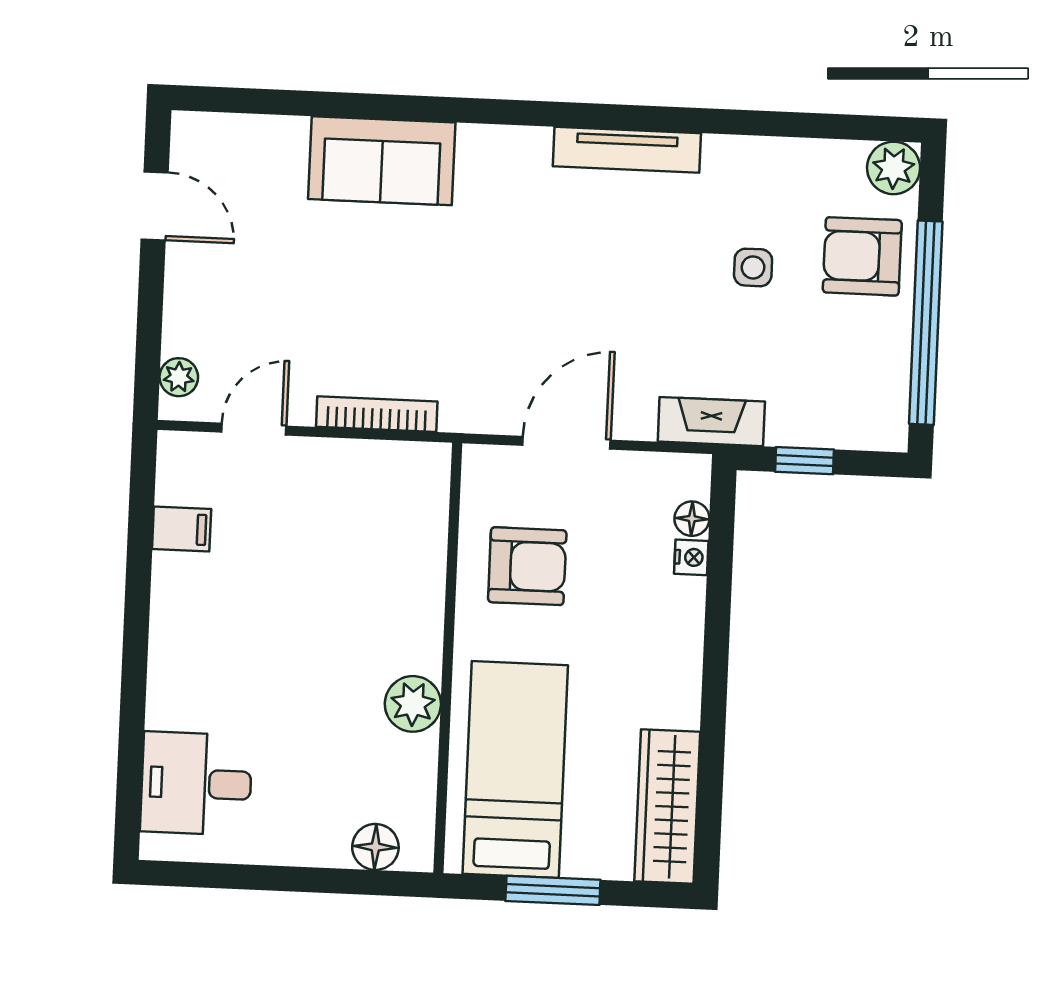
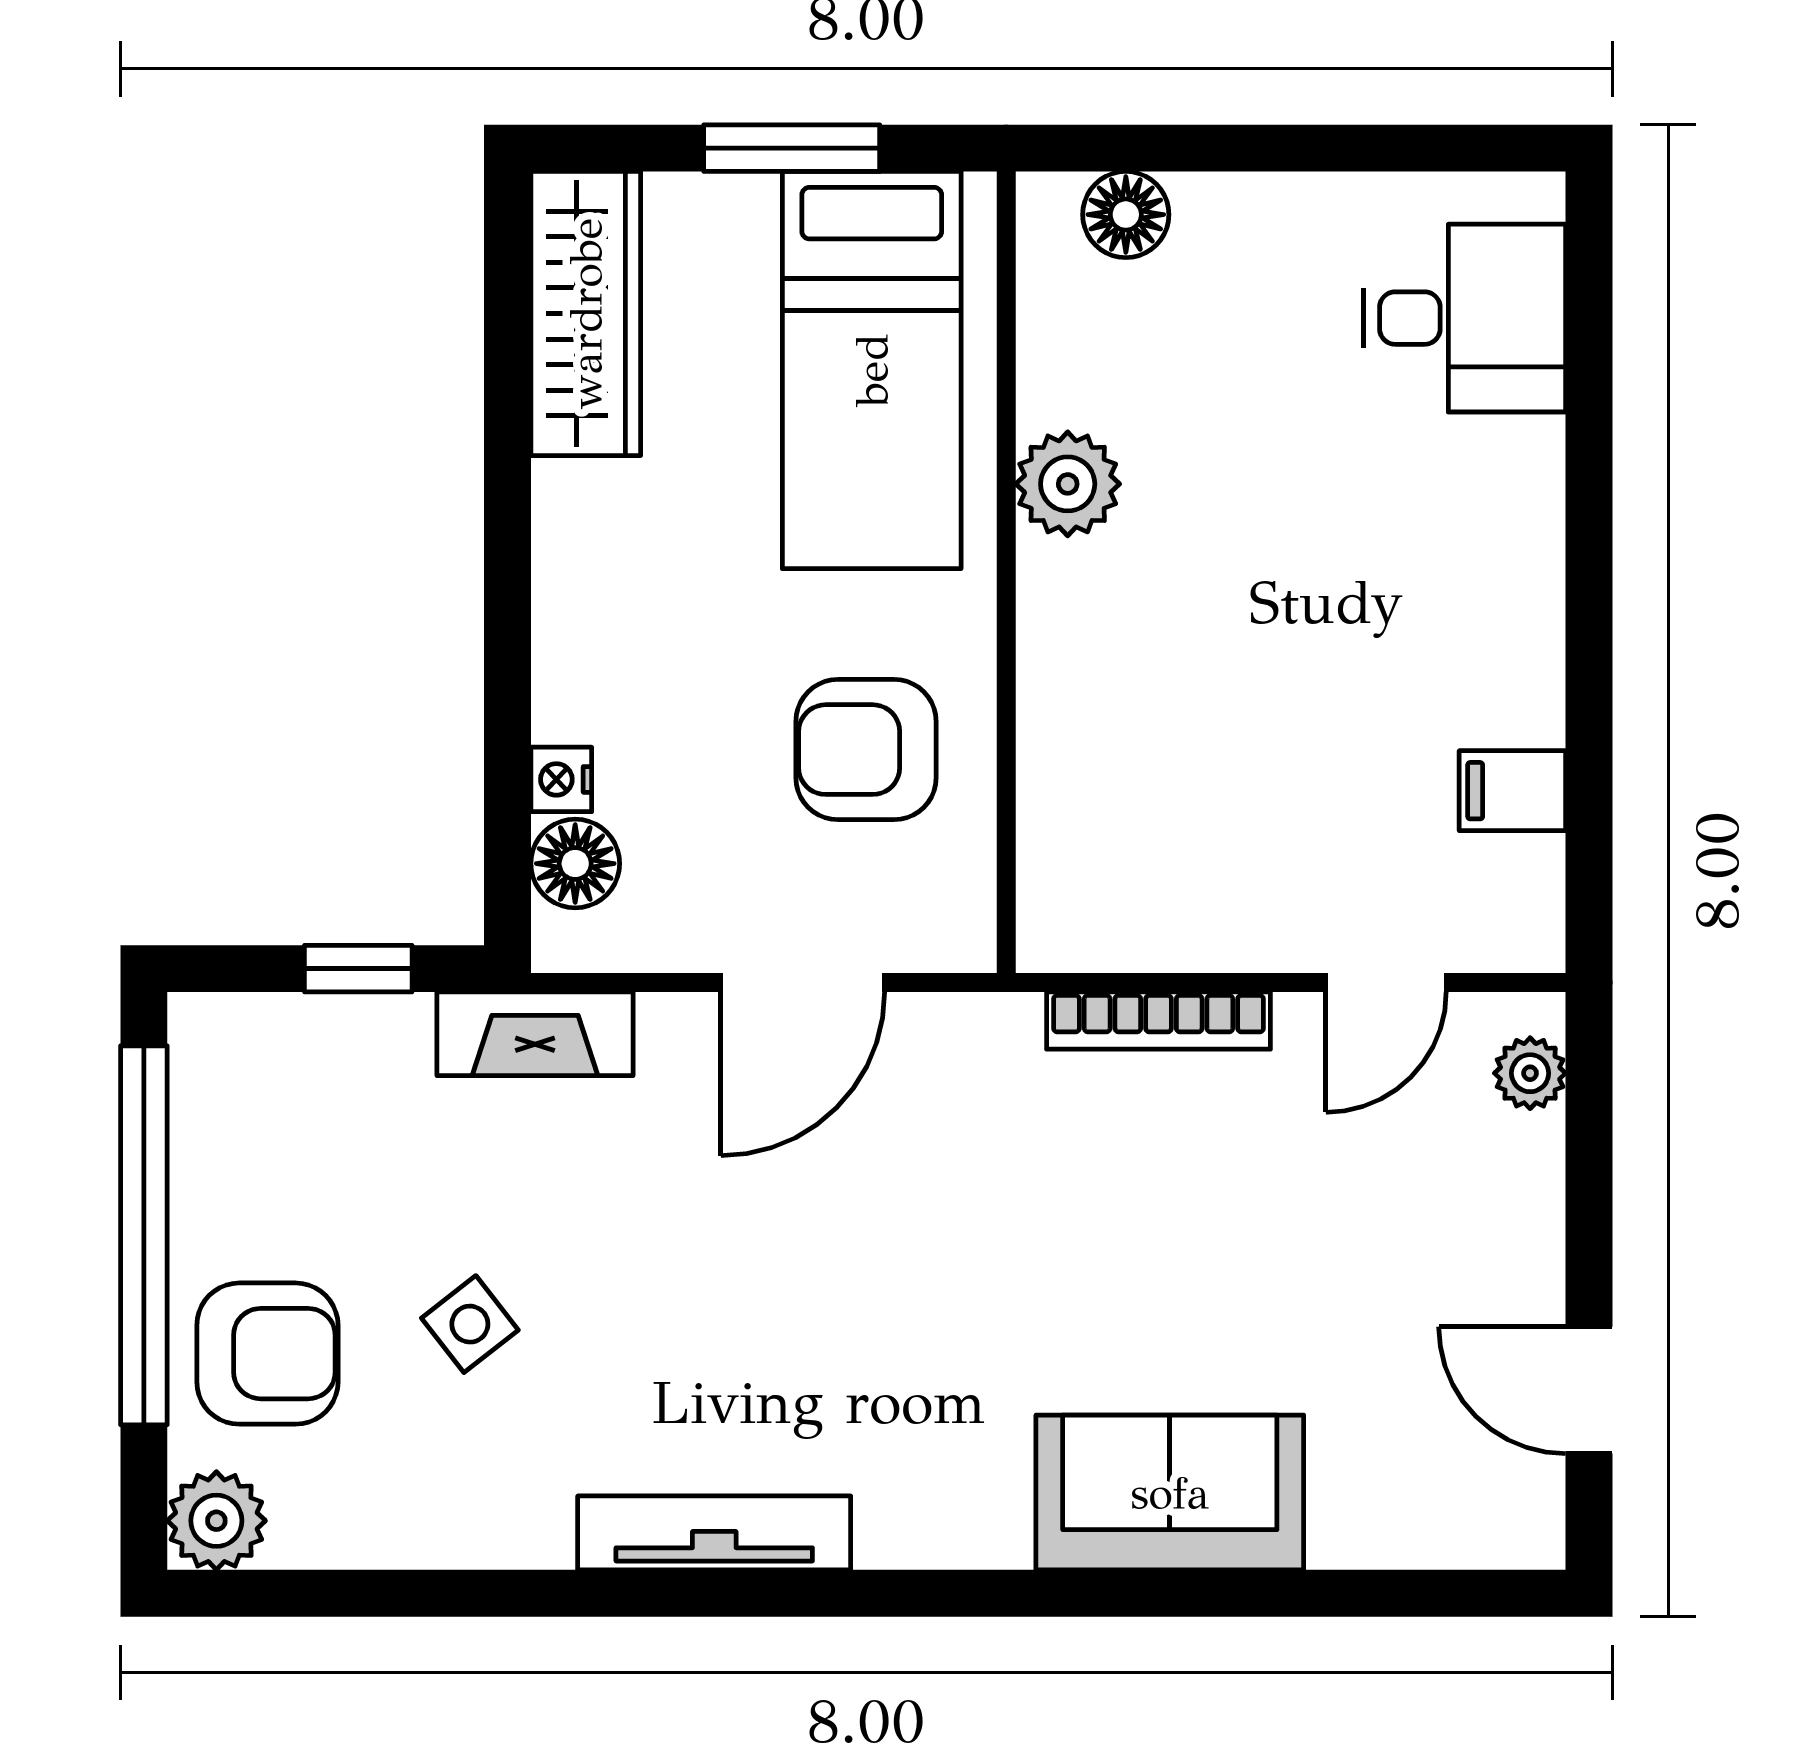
side table: (753, 267) -> (470, 1324), turned -38
floor lamp: (692, 519) -> (575, 864), width x1.37, depth x1.37

